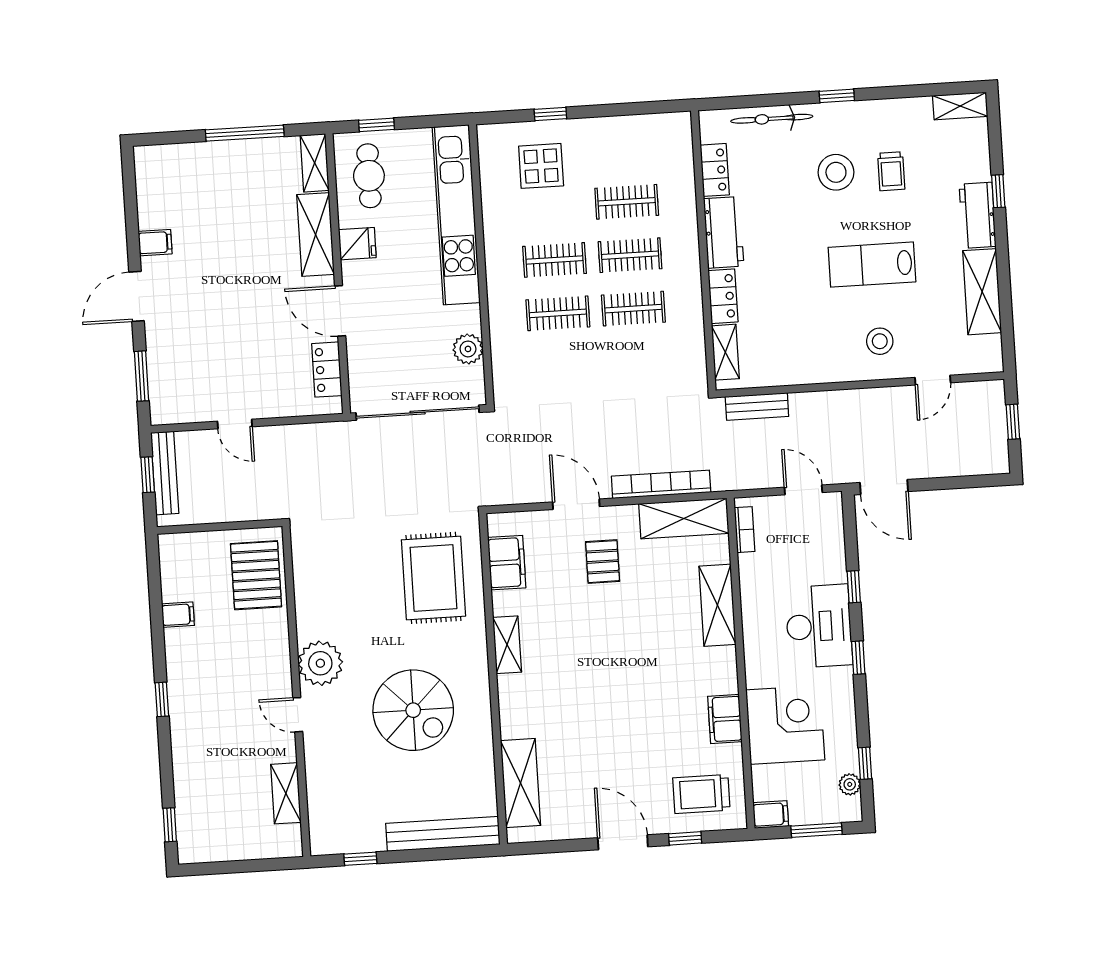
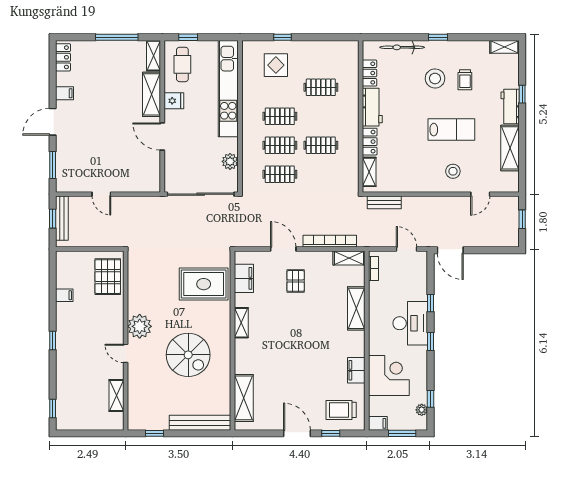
clothes rail: (630, 255) -> (280, 174), moved
lab bench: (872, 265) -> (451, 130), turned 180
locker: (327, 370) -> (63, 57), moved, turned 180
shelving: (684, 518) -> (349, 258), width x0.67, depth x0.75
rug: (433, 578) -> (204, 284), turned 90

